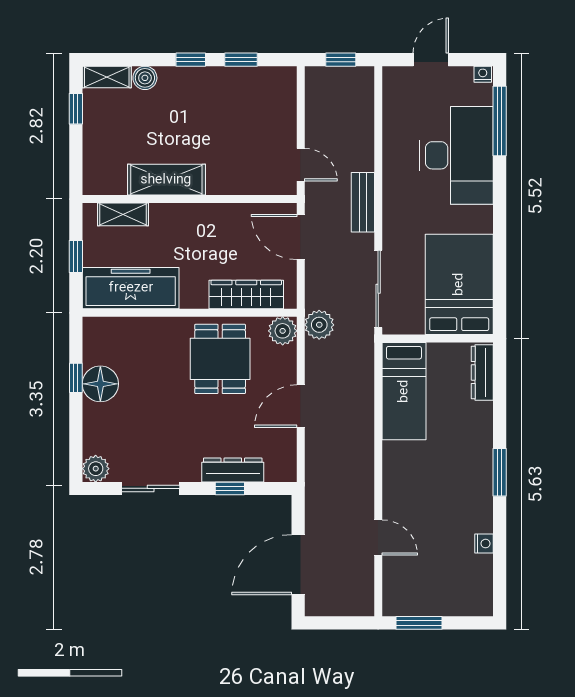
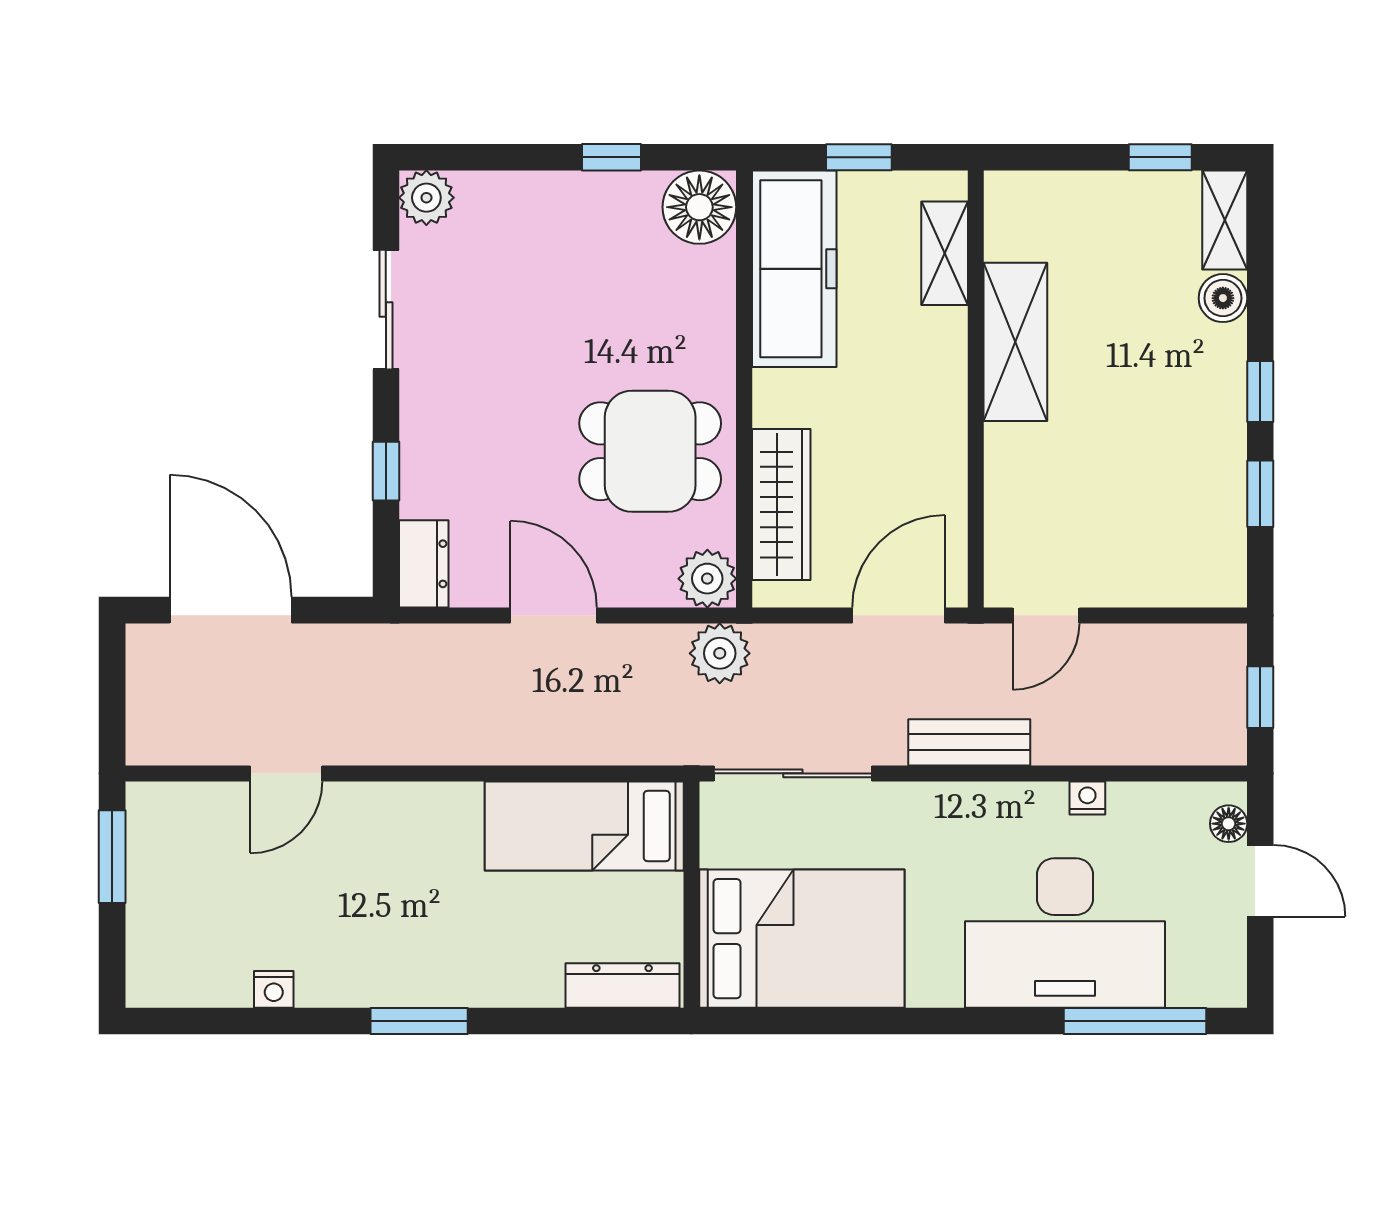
nightstand: (483, 74) -> (1087, 798), moved, turned -90
floor lamp: (403, 75) -> (1229, 824), added
floor lamp: (100, 384) -> (699, 207), moved
dresser: (233, 470) -> (424, 564), moved, width x0.70

